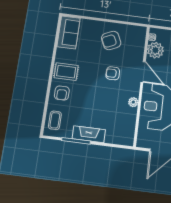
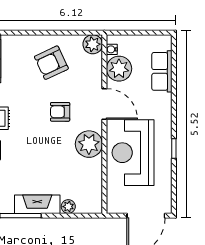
plant: (140, 32) -> (93, 44), added
plant: (133, 102) -> (89, 144), width x1.87, depth x1.87
plant: (110, 139) -> (68, 207), added

